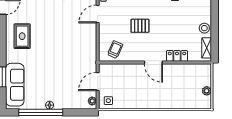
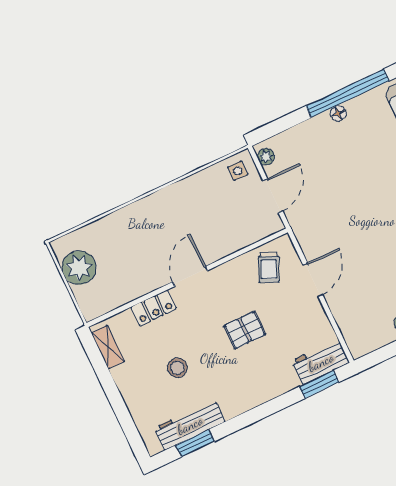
door: (98, 14) -> (313, 280), moved
stool: (204, 28) -> (177, 368), moved
door: (153, 63) -> (190, 276), hinge flipped
plant: (207, 91) -> (79, 268), width x1.87, depth x1.87

